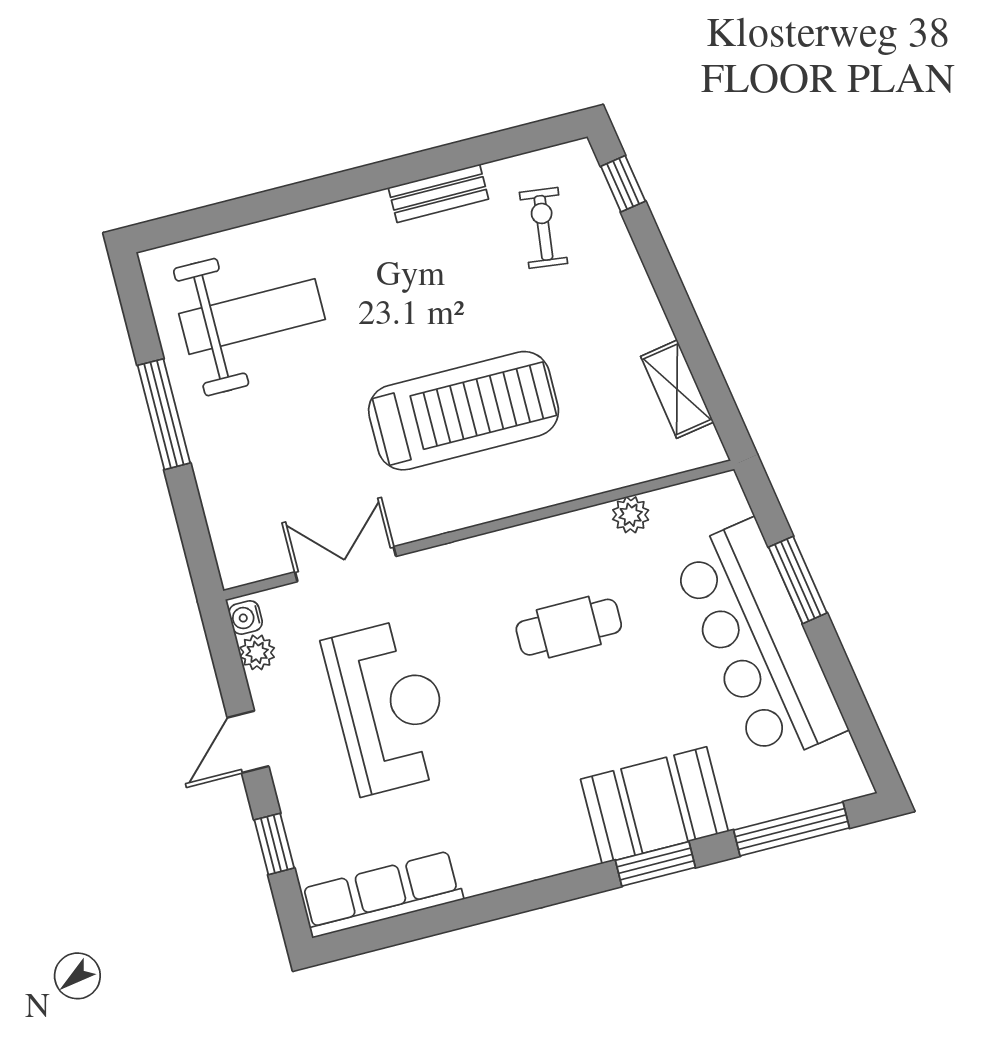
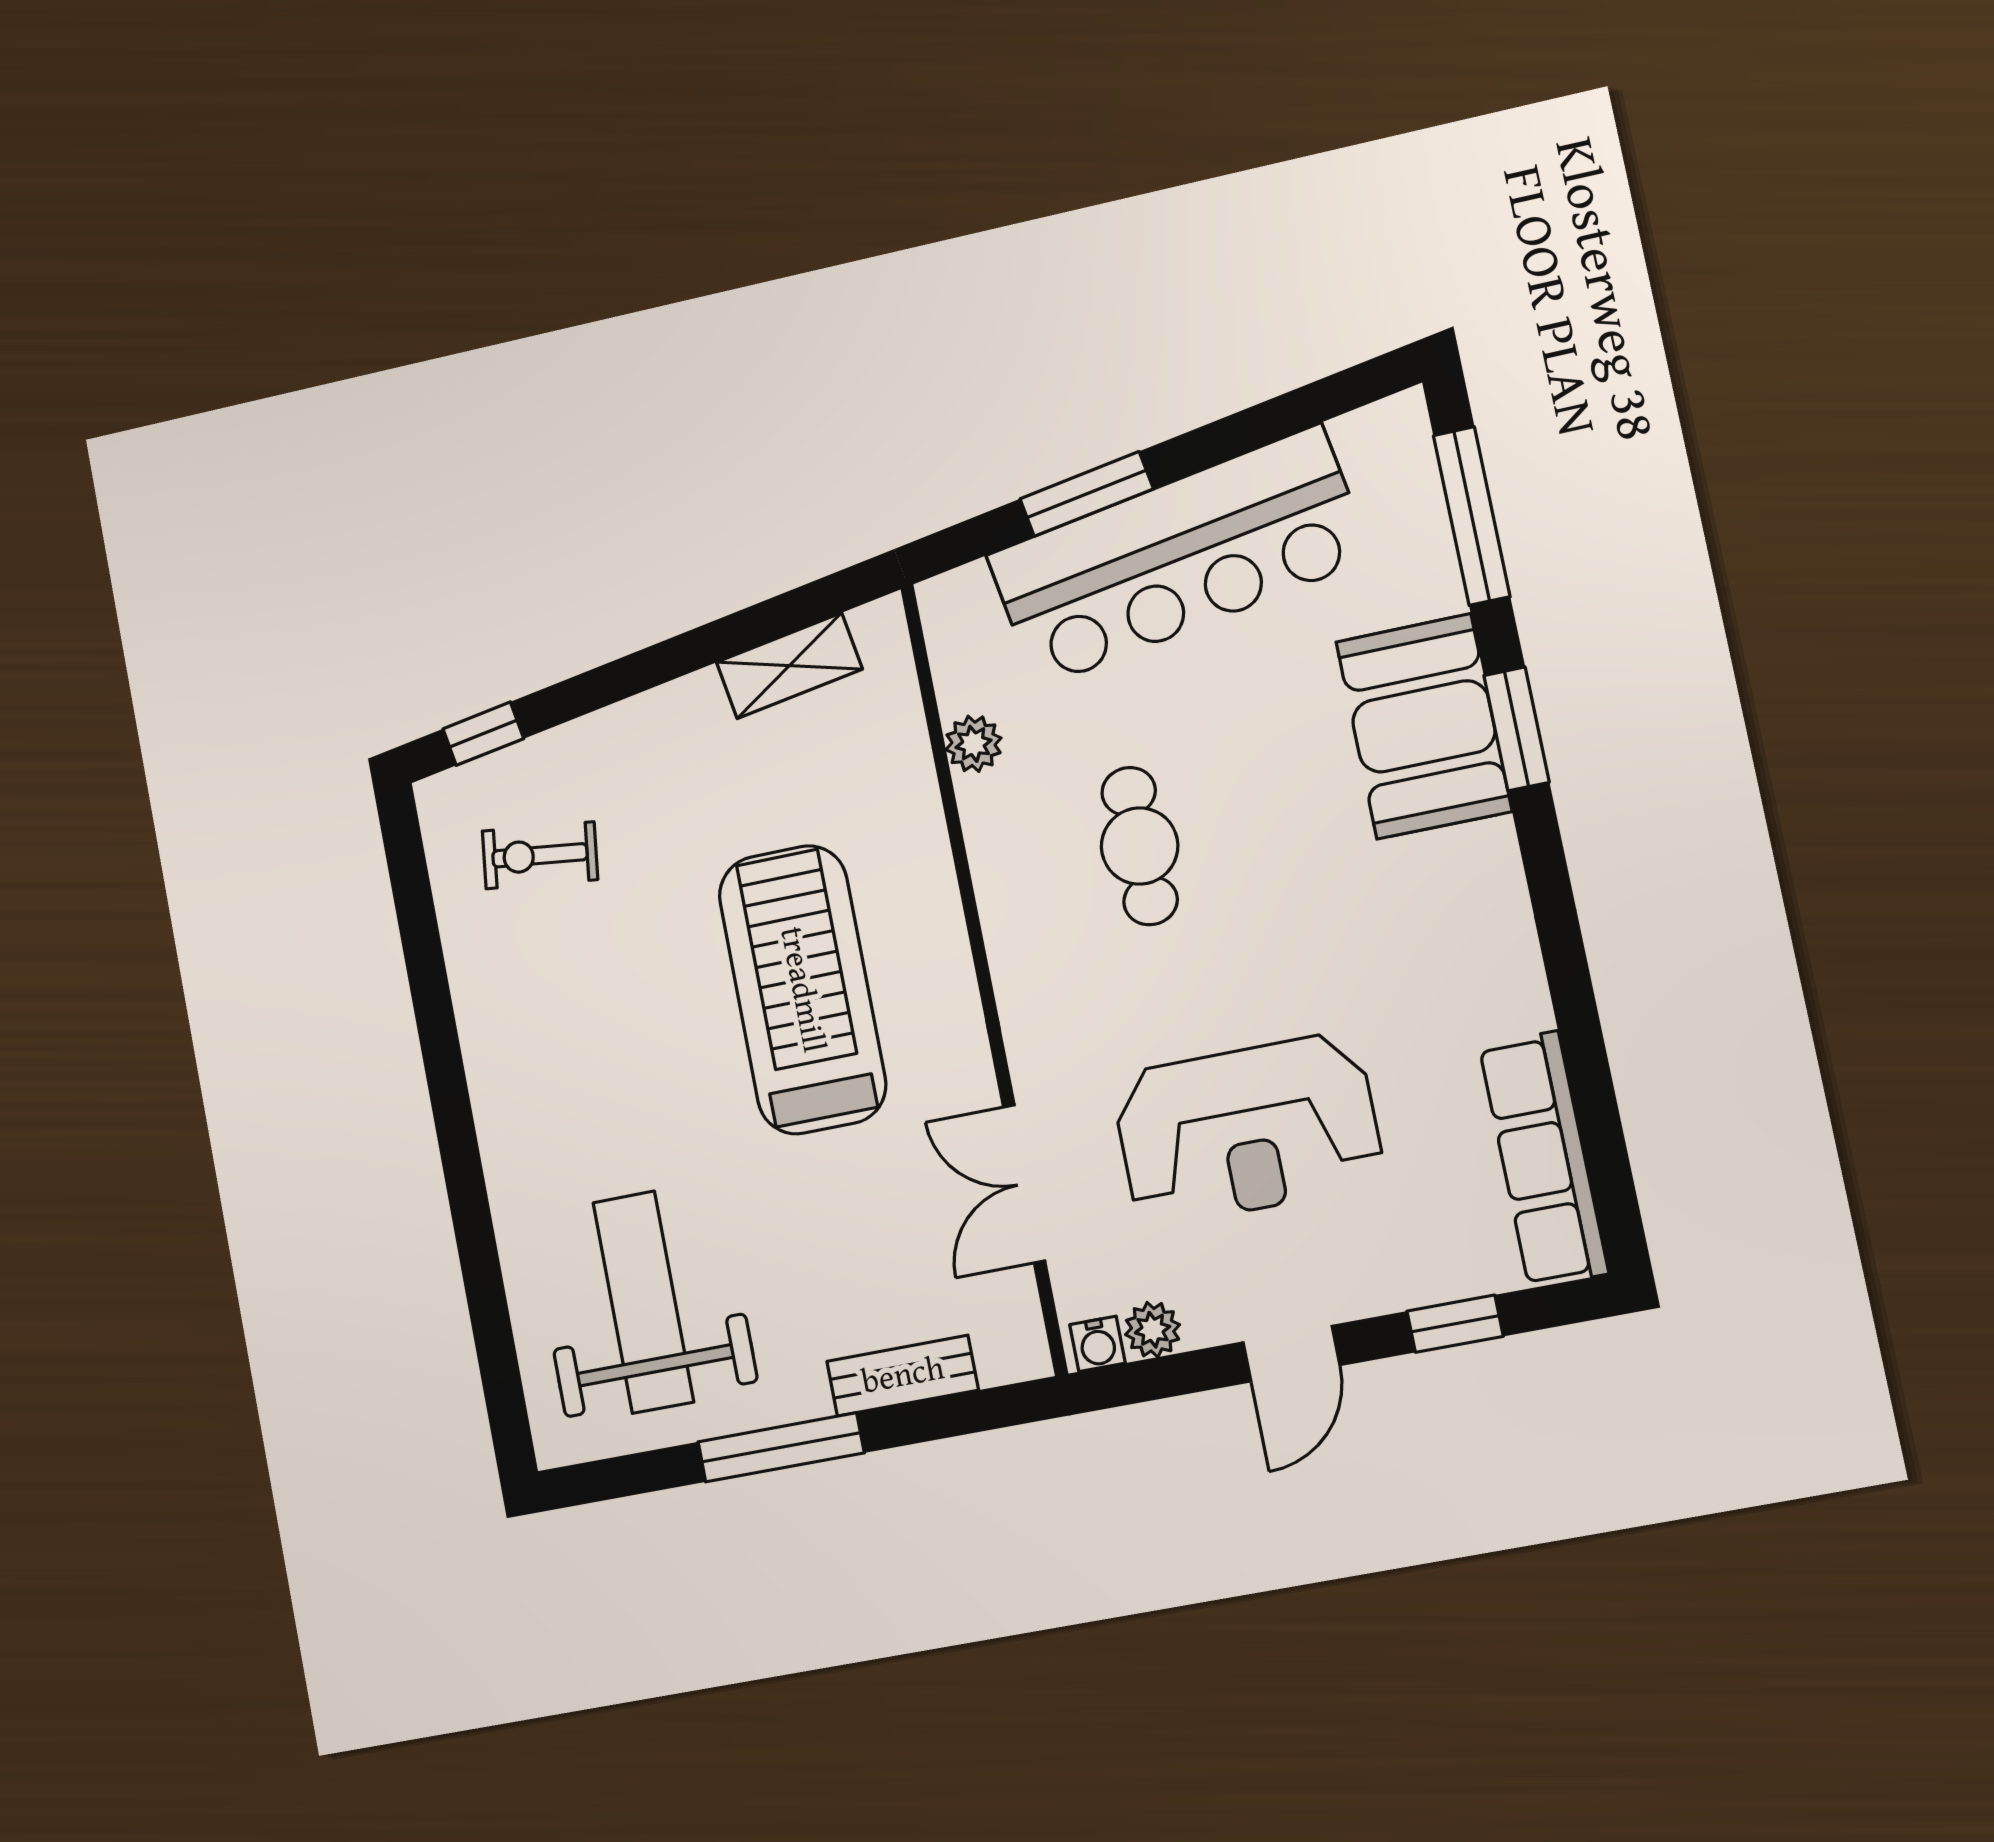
bench: (438, 193) -> (903, 1376), moved, turned 90
reception desk: (389, 706) -> (1248, 1130), turned 180
door: (248, 742) -> (1291, 1354), hinge flipped

